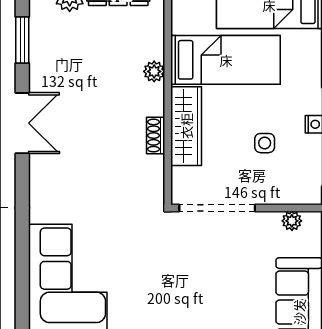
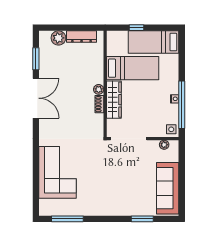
plant: (154, 71) -> (99, 89), moved
double door: (22, 123) -> (36, 98), width x1.37
side table: (265, 143) -> (171, 129), moved

